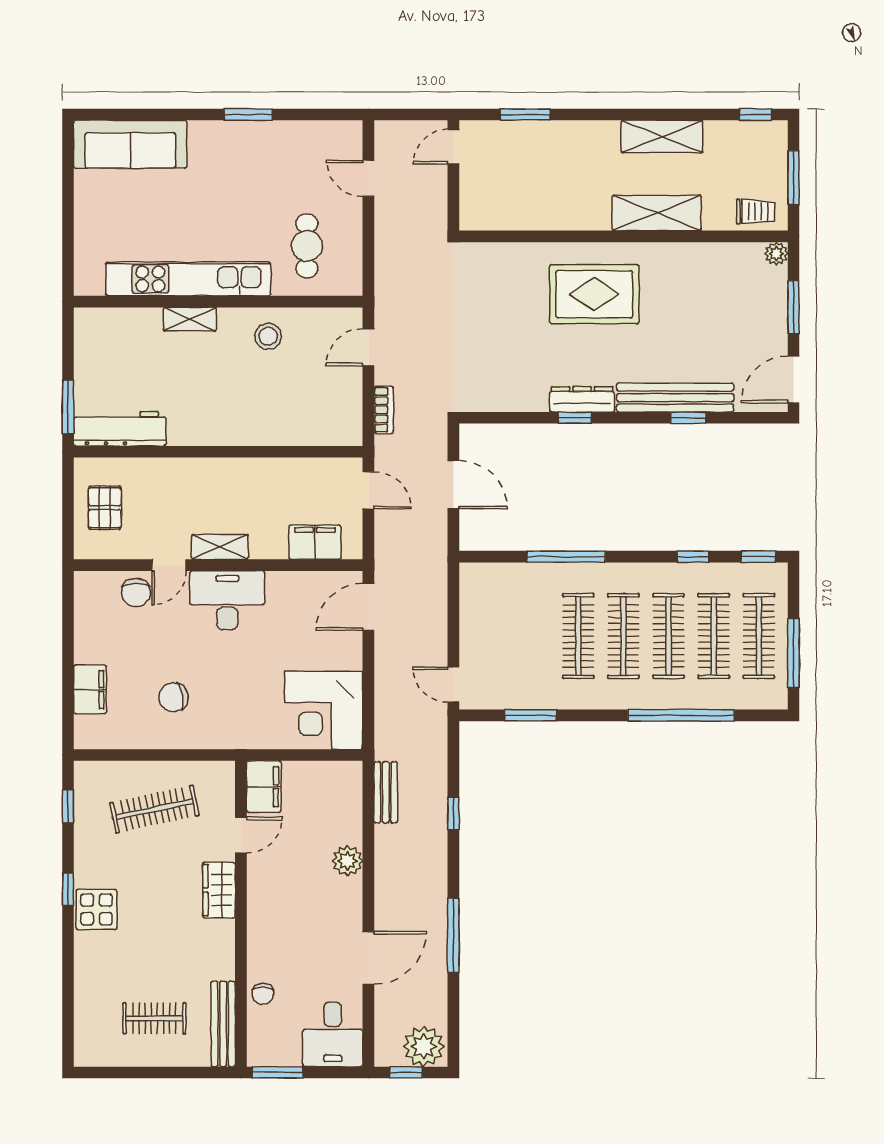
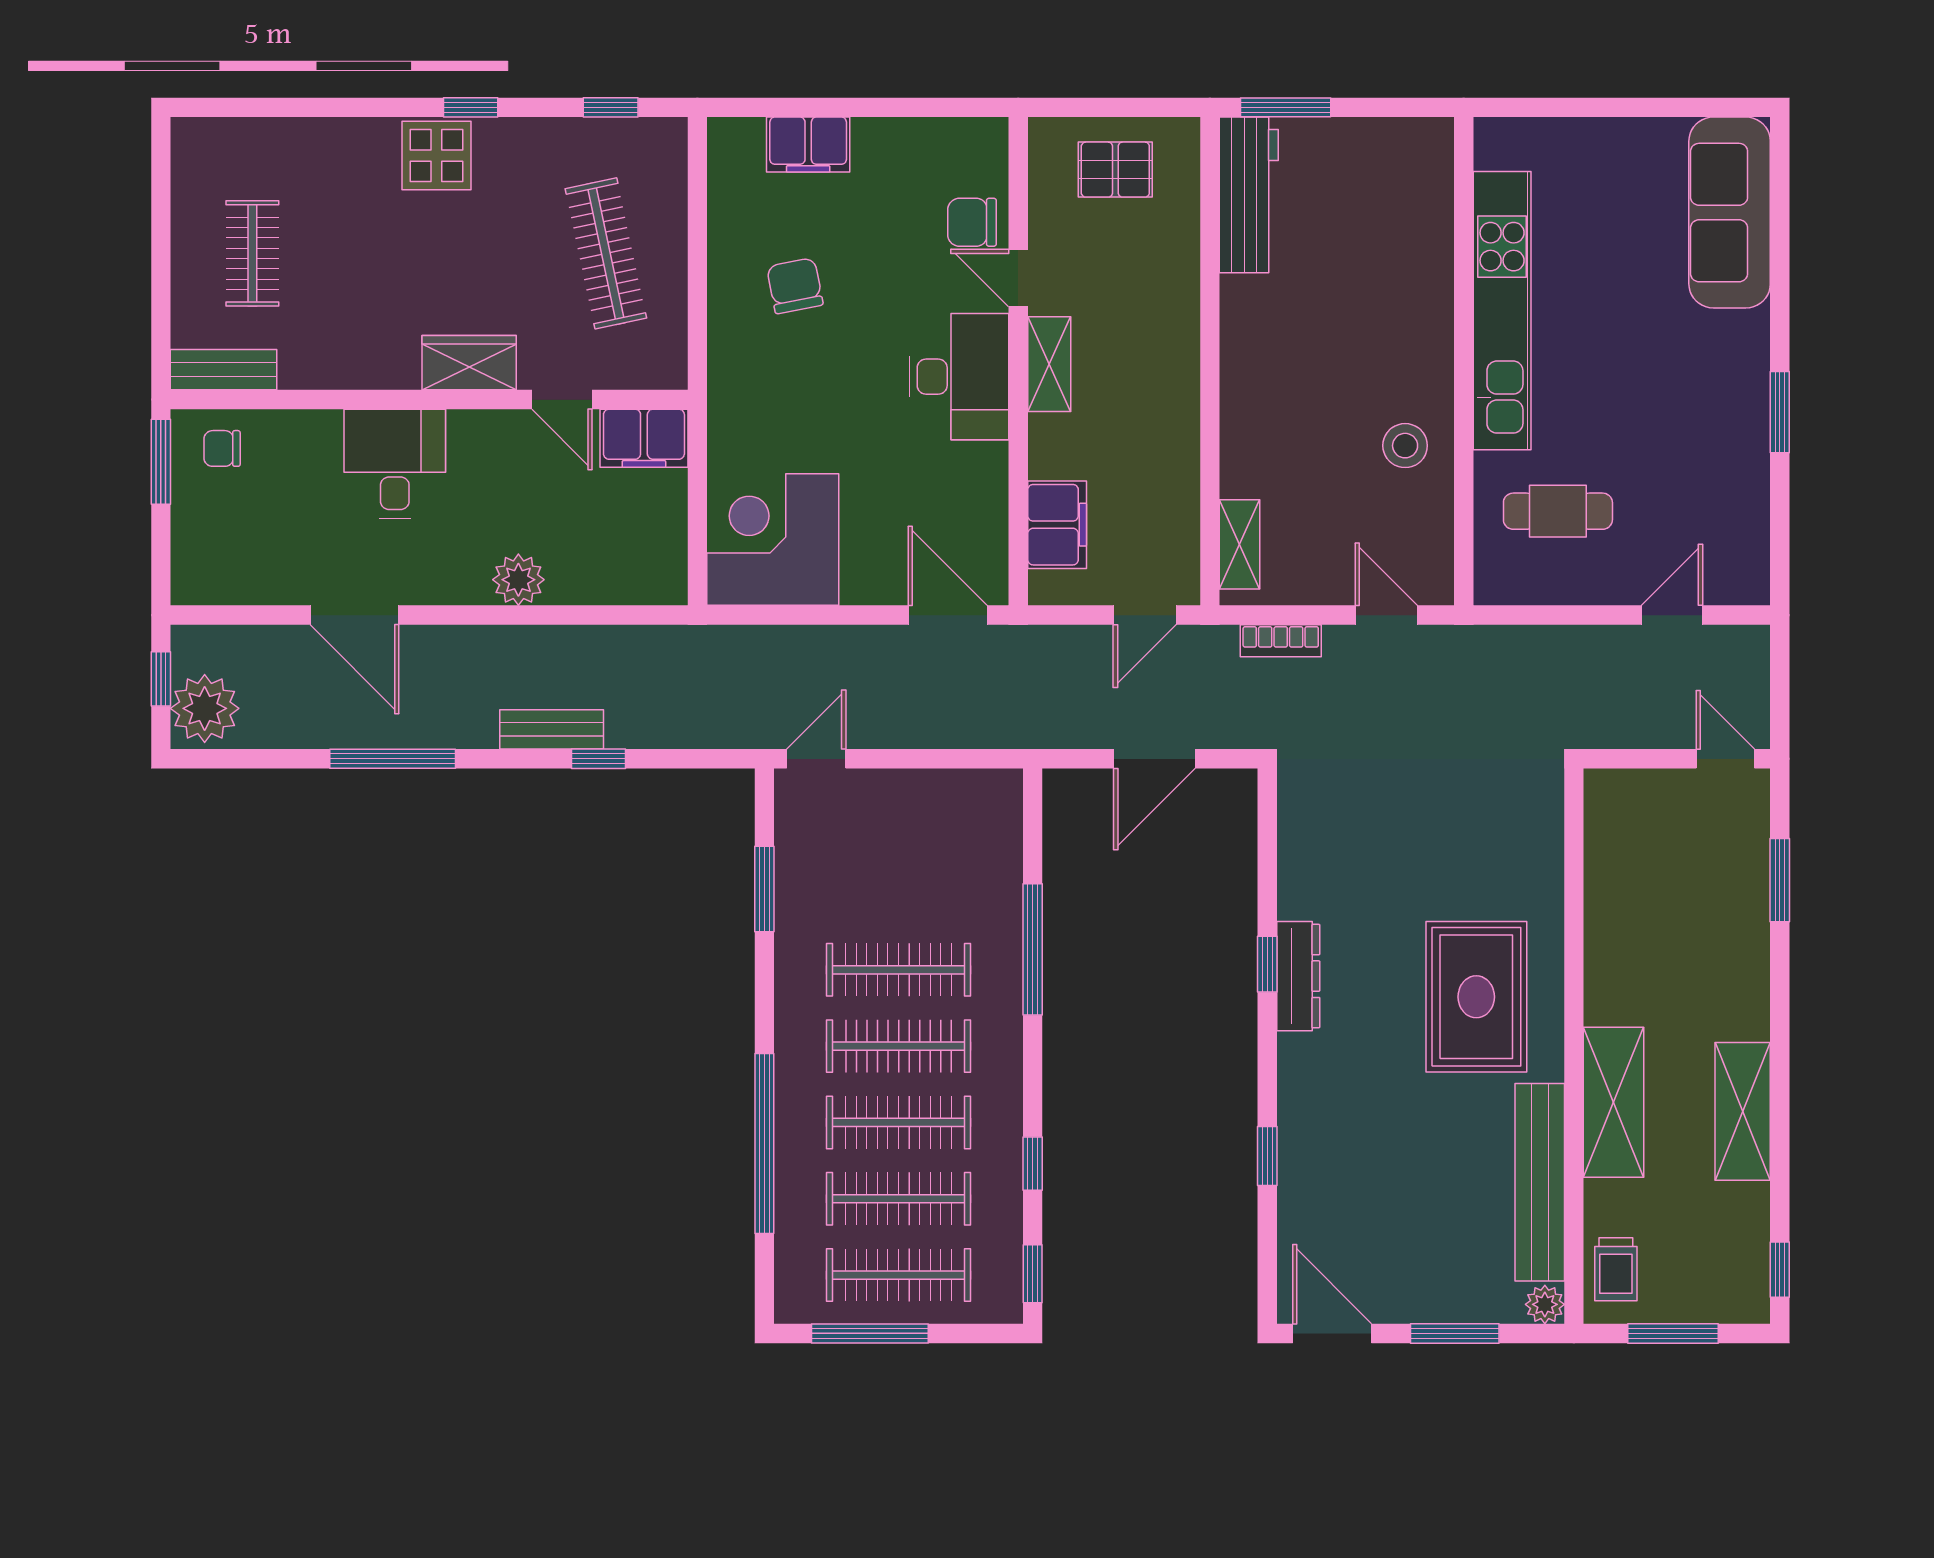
shelving: (190, 319) -> (1240, 544), moved
bench: (675, 398) -> (1540, 1182), moved
bench: (386, 792) -> (552, 729), moved
chair: (263, 994) -> (222, 448), moved
bench: (223, 1024) -> (224, 370), width x0.73
desk: (333, 1034) -> (395, 464), moved, turned 90

